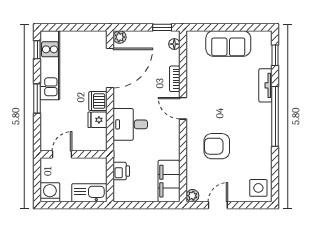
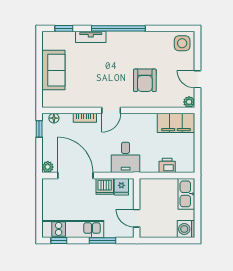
door: (62, 154) -> (137, 218), moved
wall: (74, 154) -> (137, 208), moved

